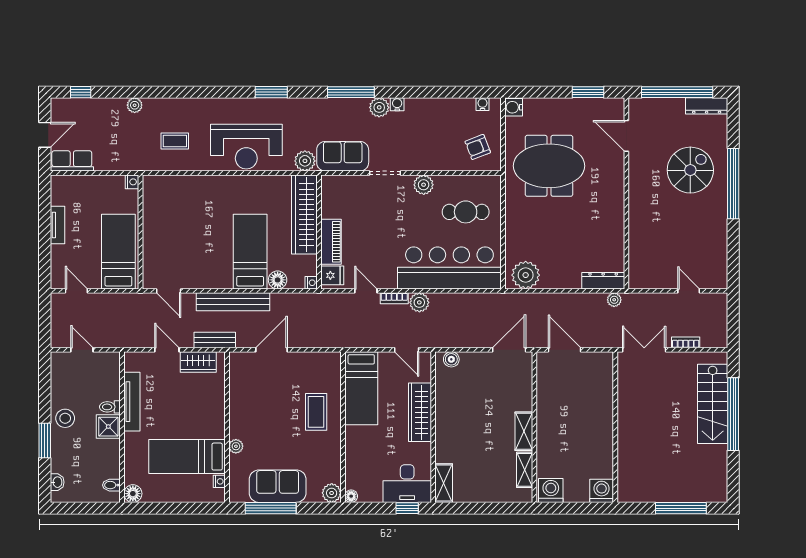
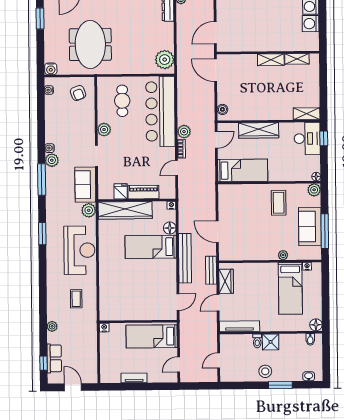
row of seats: (72, 161) -> (54, 358), moved, turned 180
fridge: (332, 275) -> (121, 191), moved
tv unit: (132, 402) -> (240, 326), moved
coffee table: (316, 412) -> (279, 203), moved, turned 90
washing machine: (551, 490) -> (311, 24), moved

